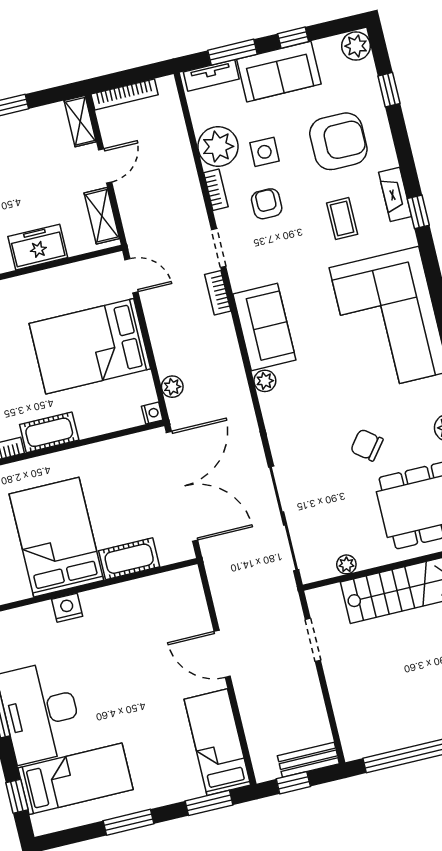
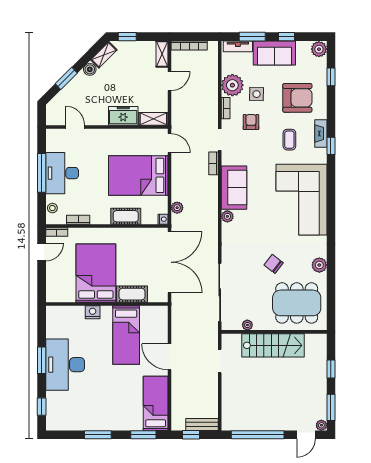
shelving: (102, 216) -> (153, 119), moved, turned 90
cot: (49, 432) -> (126, 216), moved
bed: (76, 779) -> (126, 335), moved, turned 90

